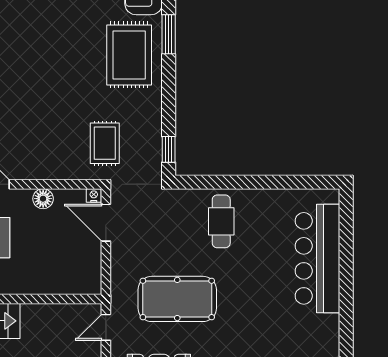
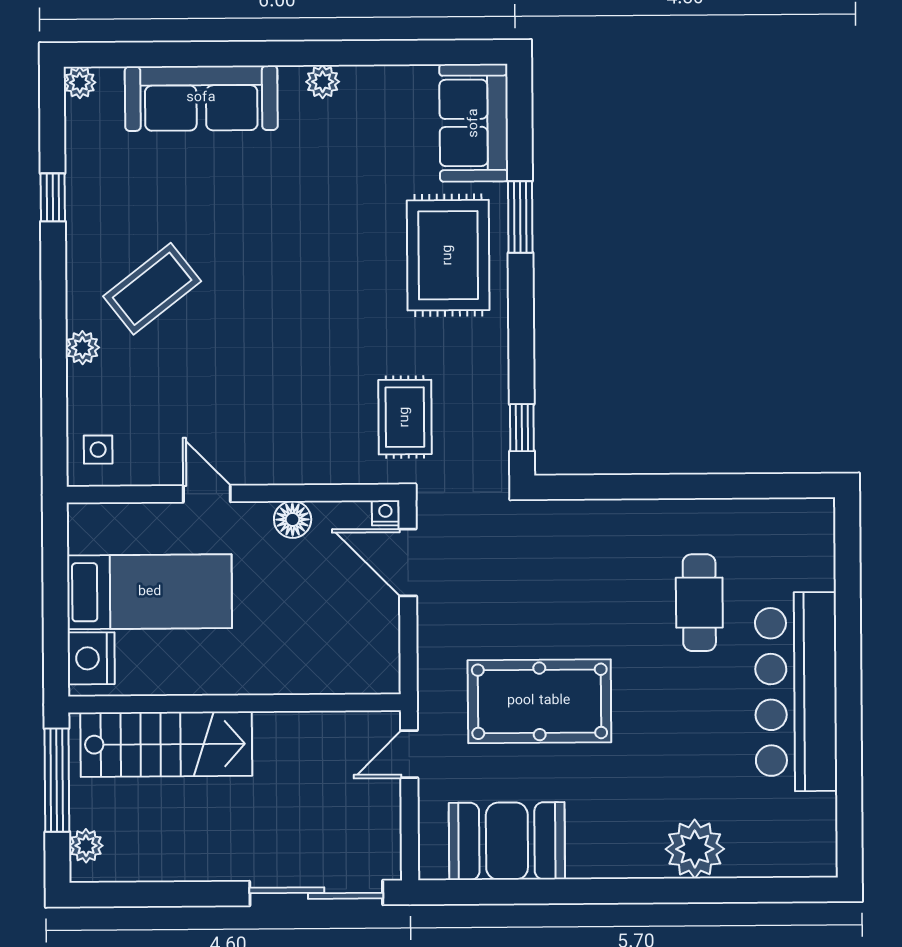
cafe table: (221, 221) -> (699, 603), moved
bar counter: (317, 258) -> (796, 692), moved

